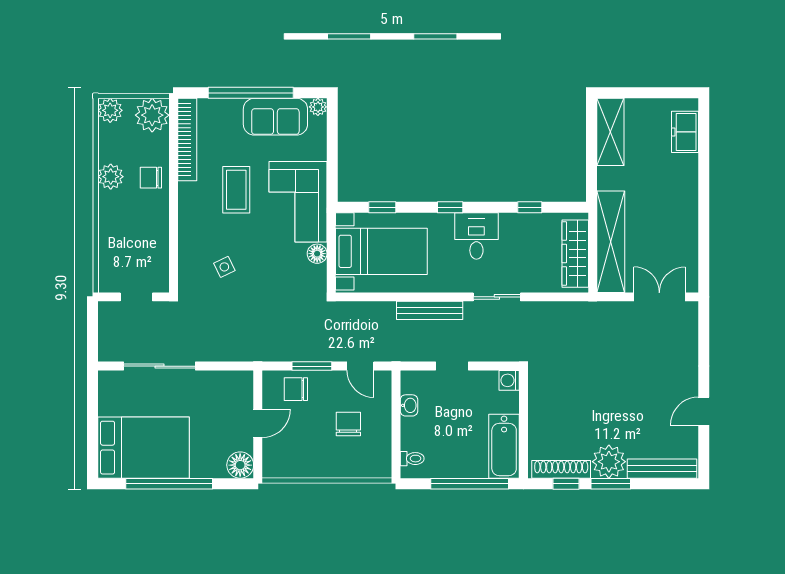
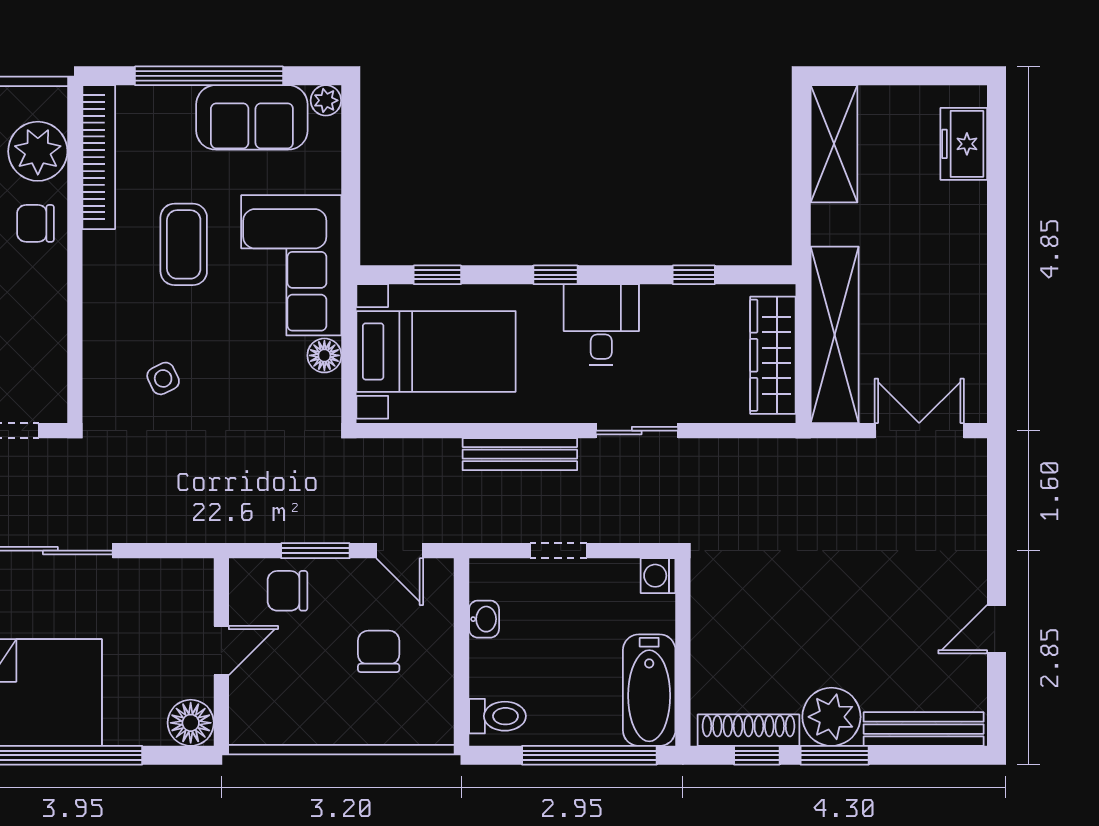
plant: (152, 115) -> (38, 151), moved
toilet: (412, 459) -> (497, 716), width x1.37, depth x1.39

